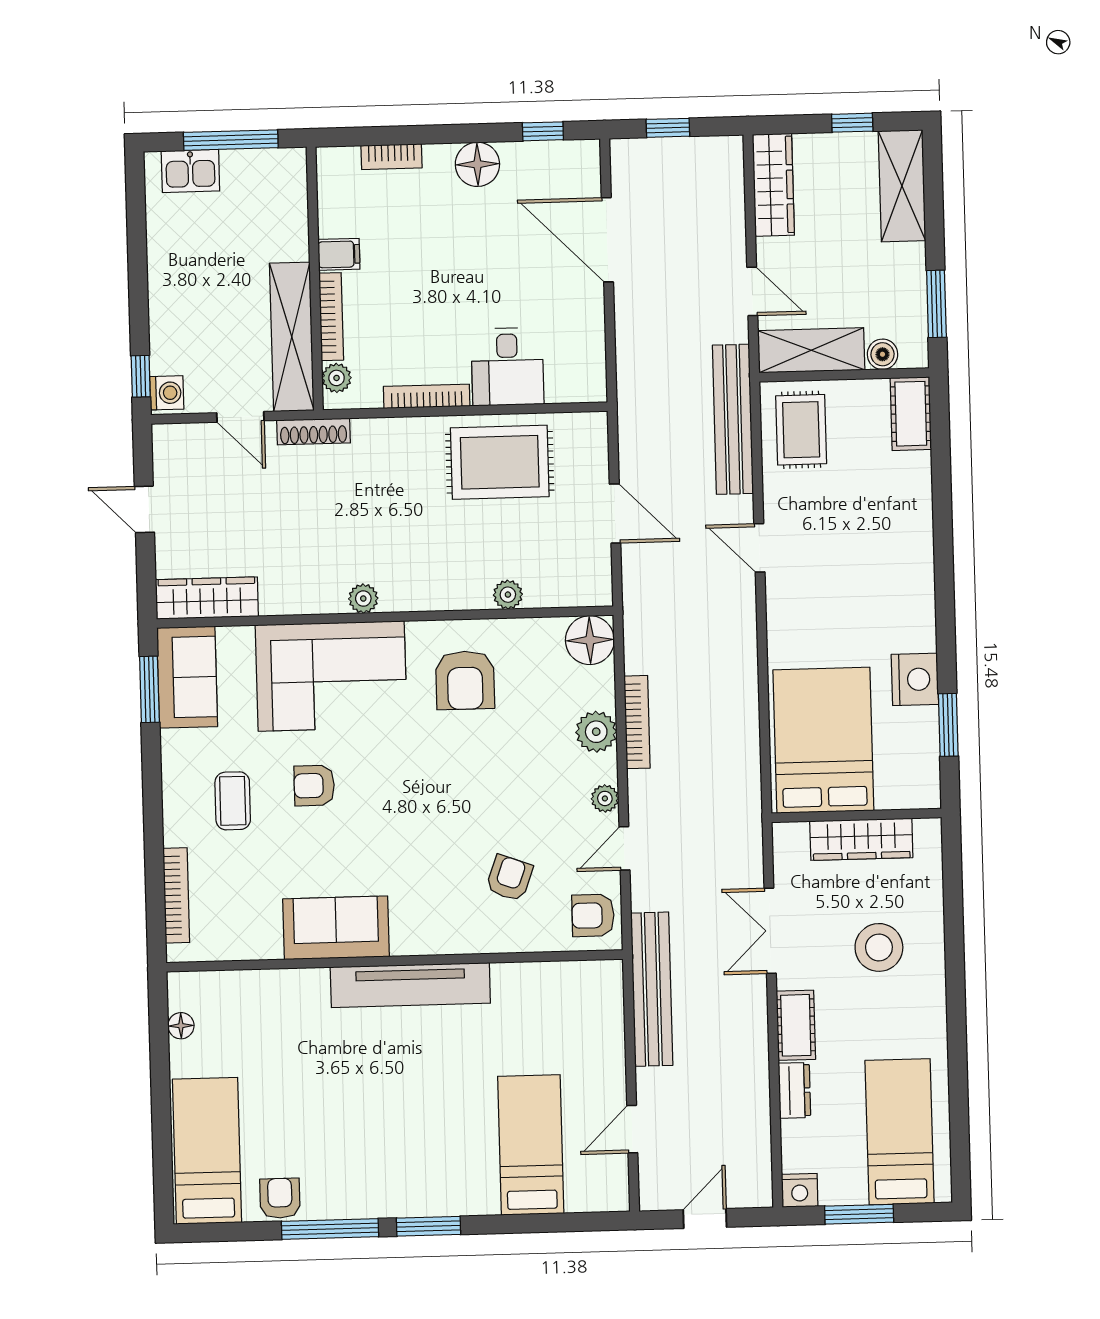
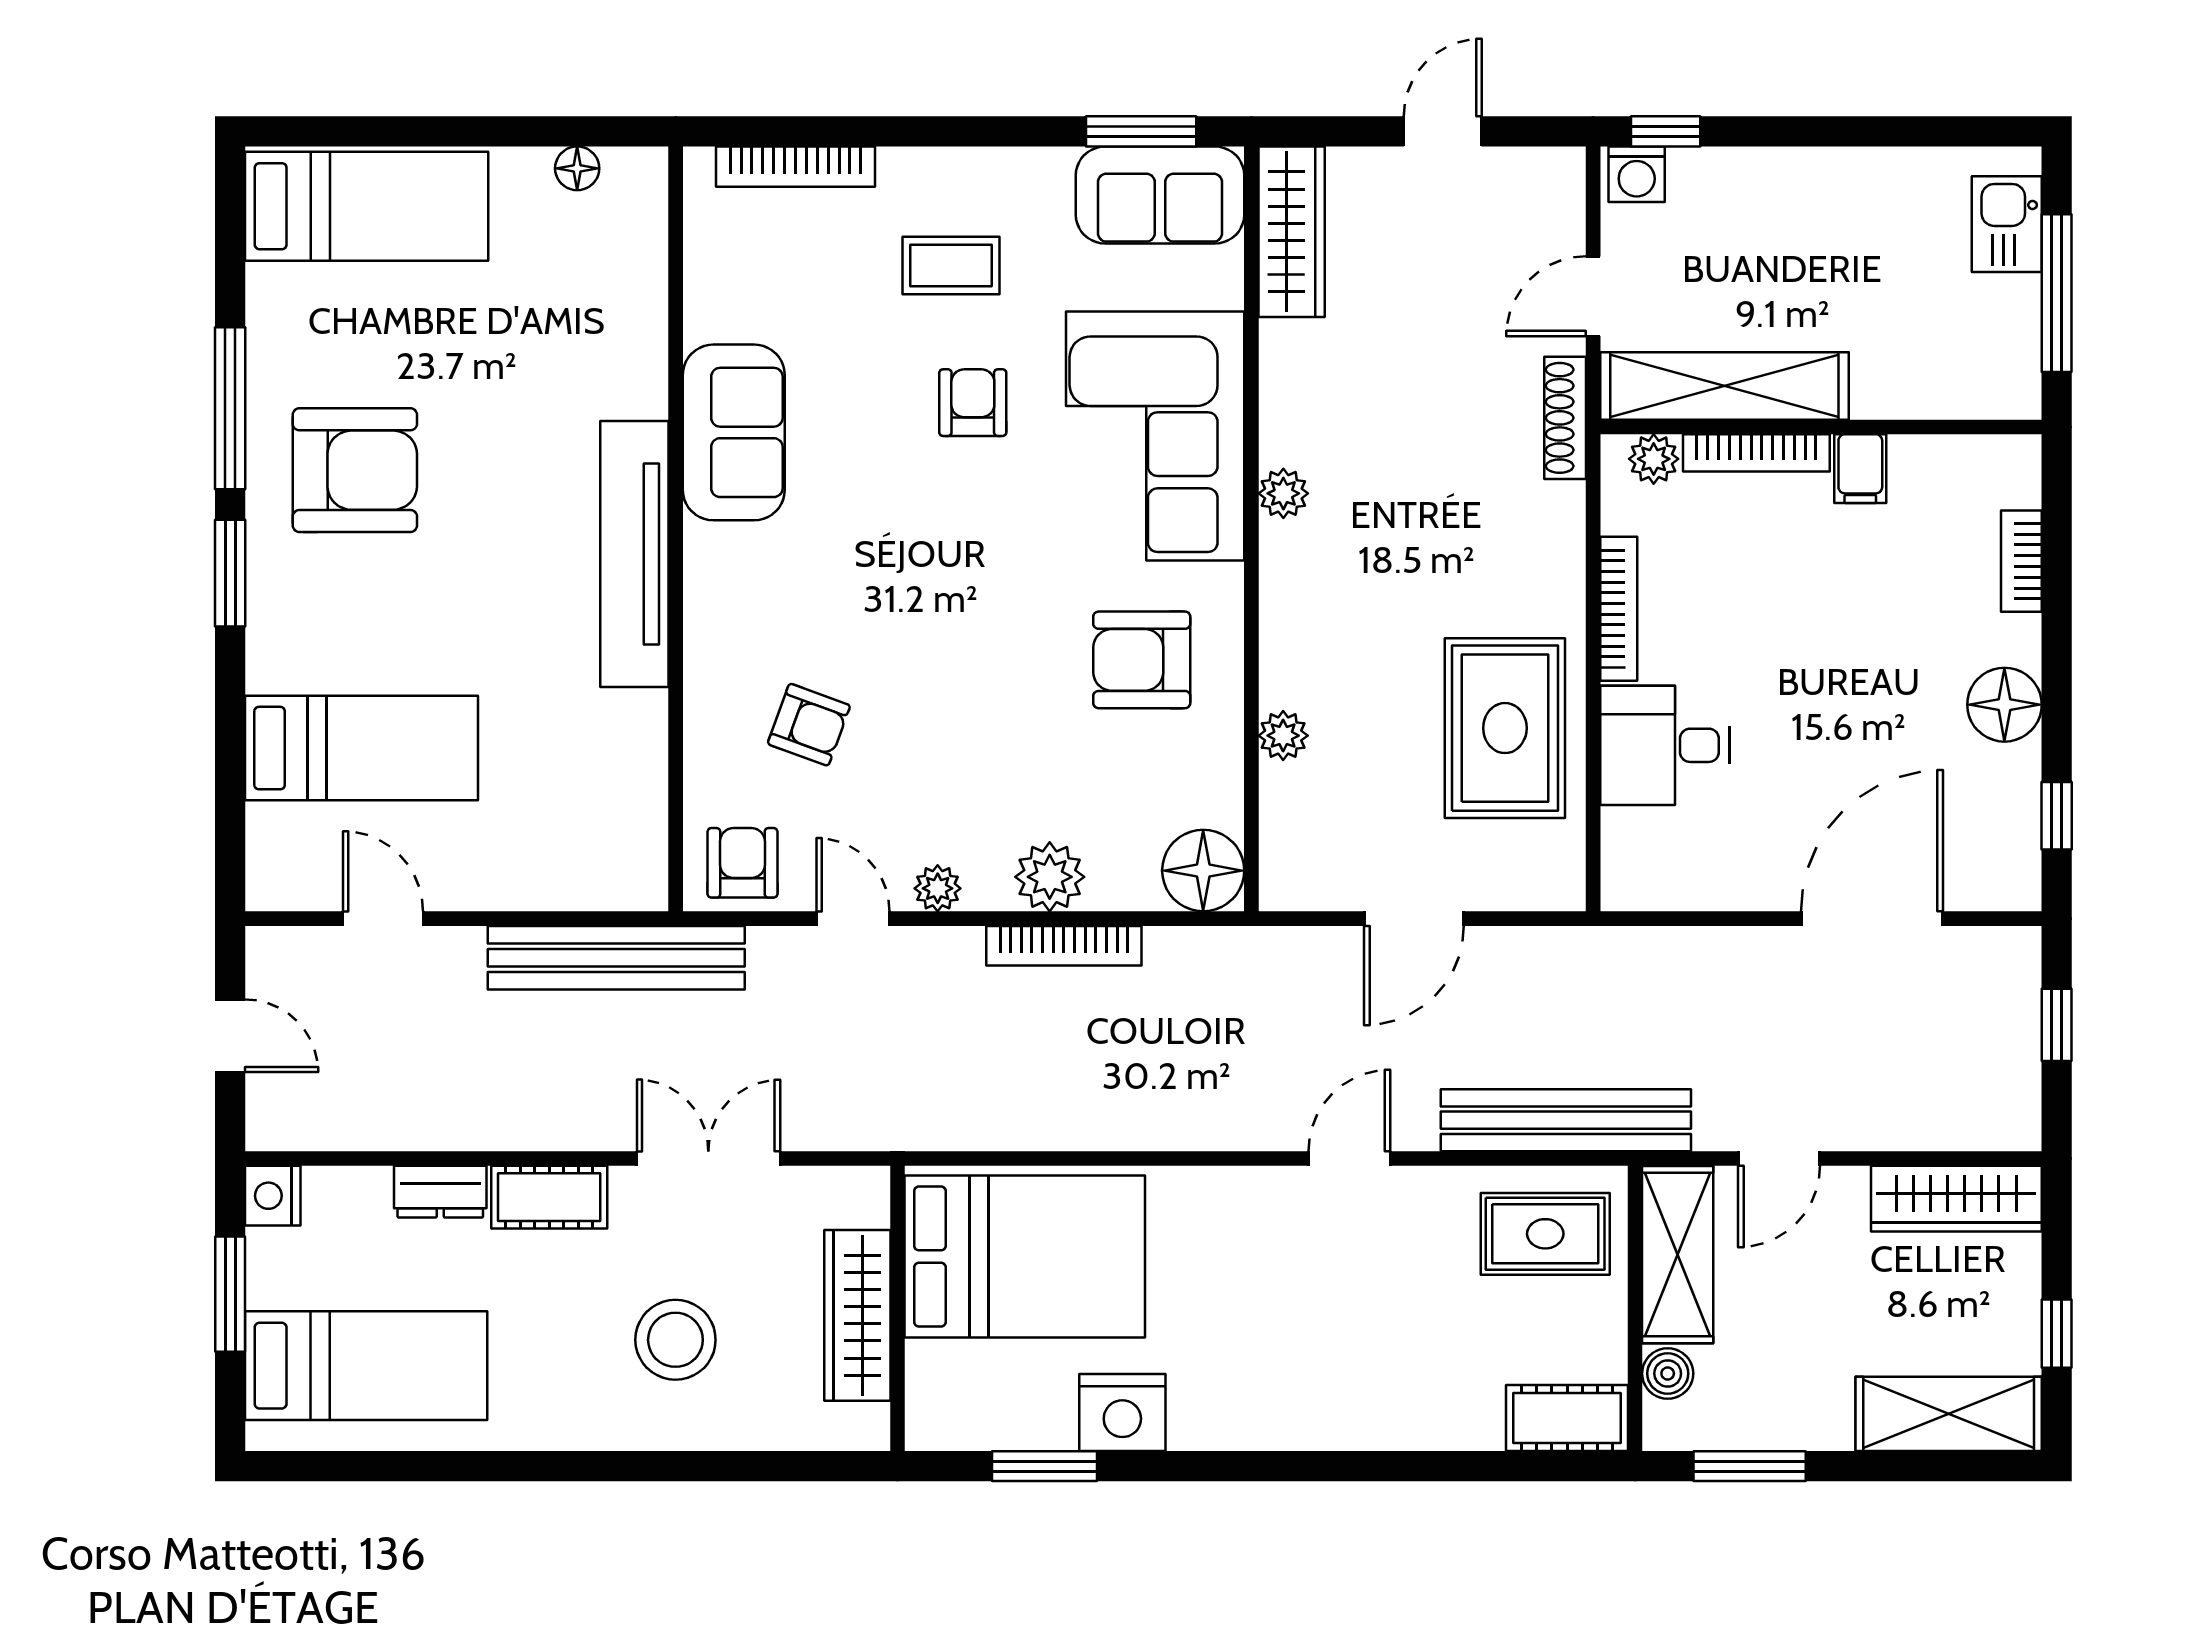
armchair: (280, 1198) -> (355, 470), moved, width x1.88, depth x1.88

